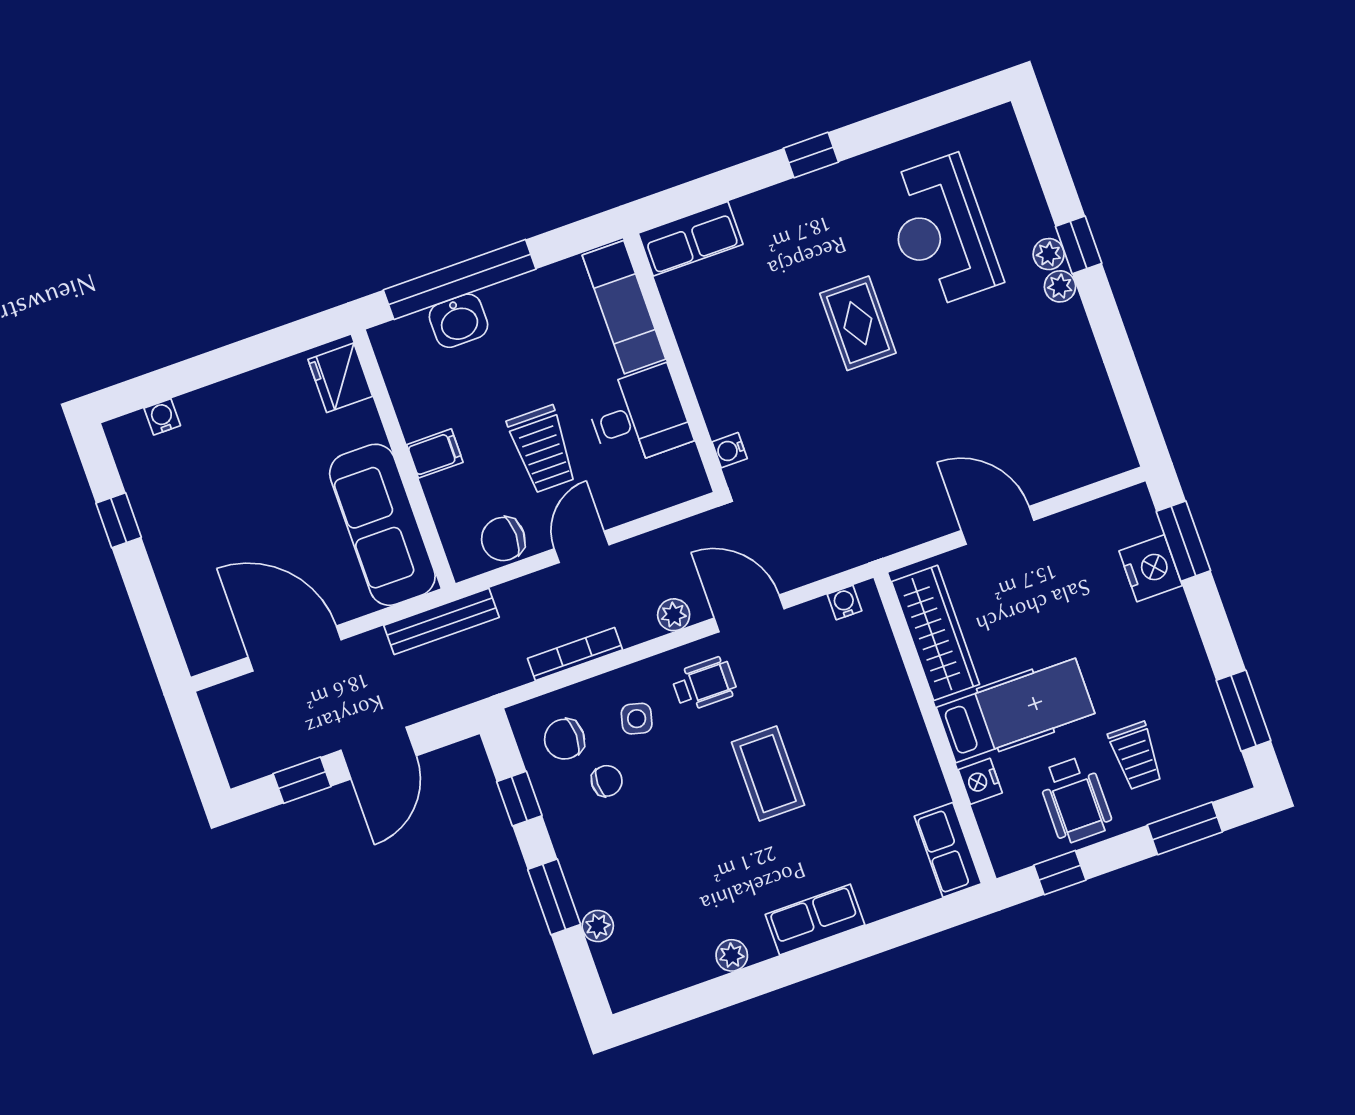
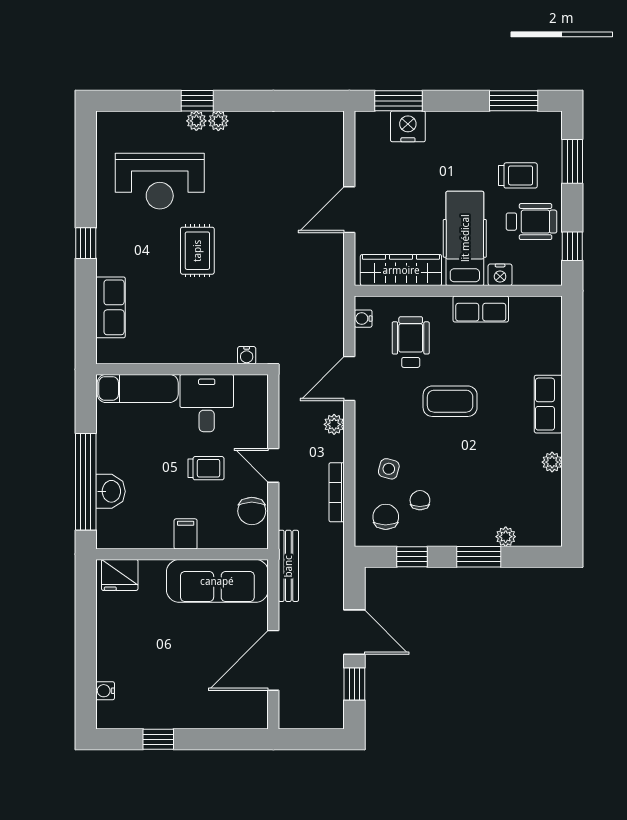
row of seats: (691, 239) -> (111, 307), moved
rug: (858, 323) -> (197, 251), turned 90
trolley: (542, 449) -> (206, 468), width x0.73, depth x0.72
wheelchair: (704, 684) -> (411, 342), moved, width x1.36, depth x1.37
chair: (564, 739) -> (386, 517), turned 180
row of seats: (948, 850) -> (481, 309), moved

